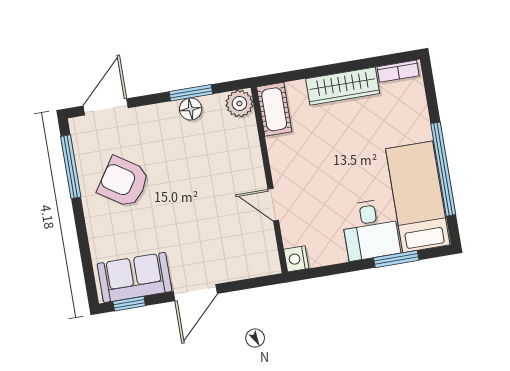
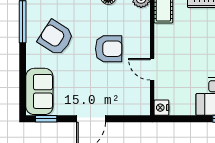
armchair: (204, 185) -> (109, 49), added
sofa: (135, 277) -> (39, 91), moved, turned 90

